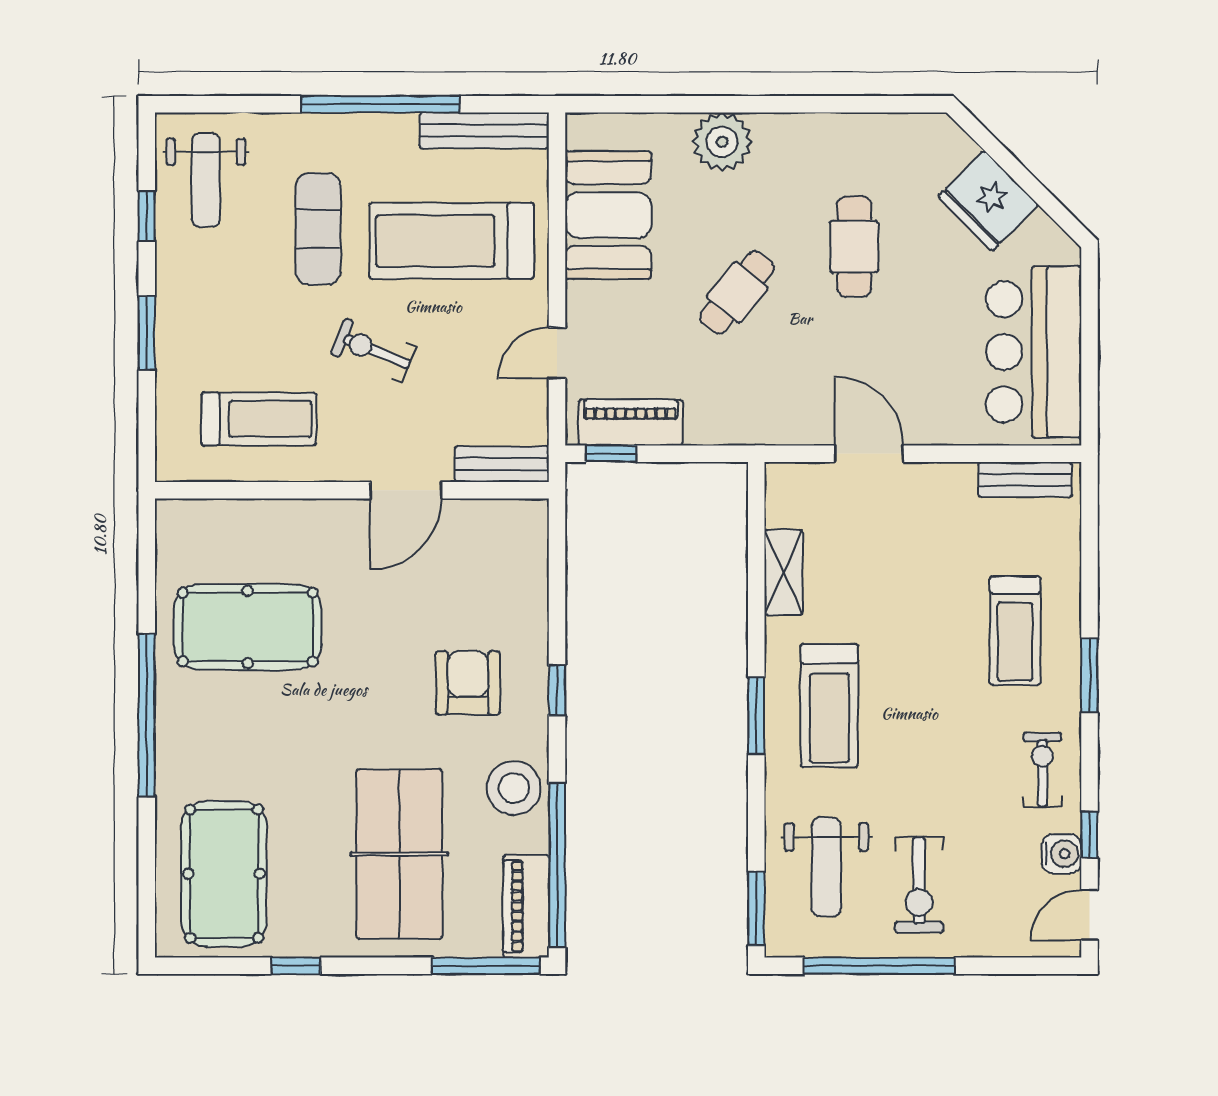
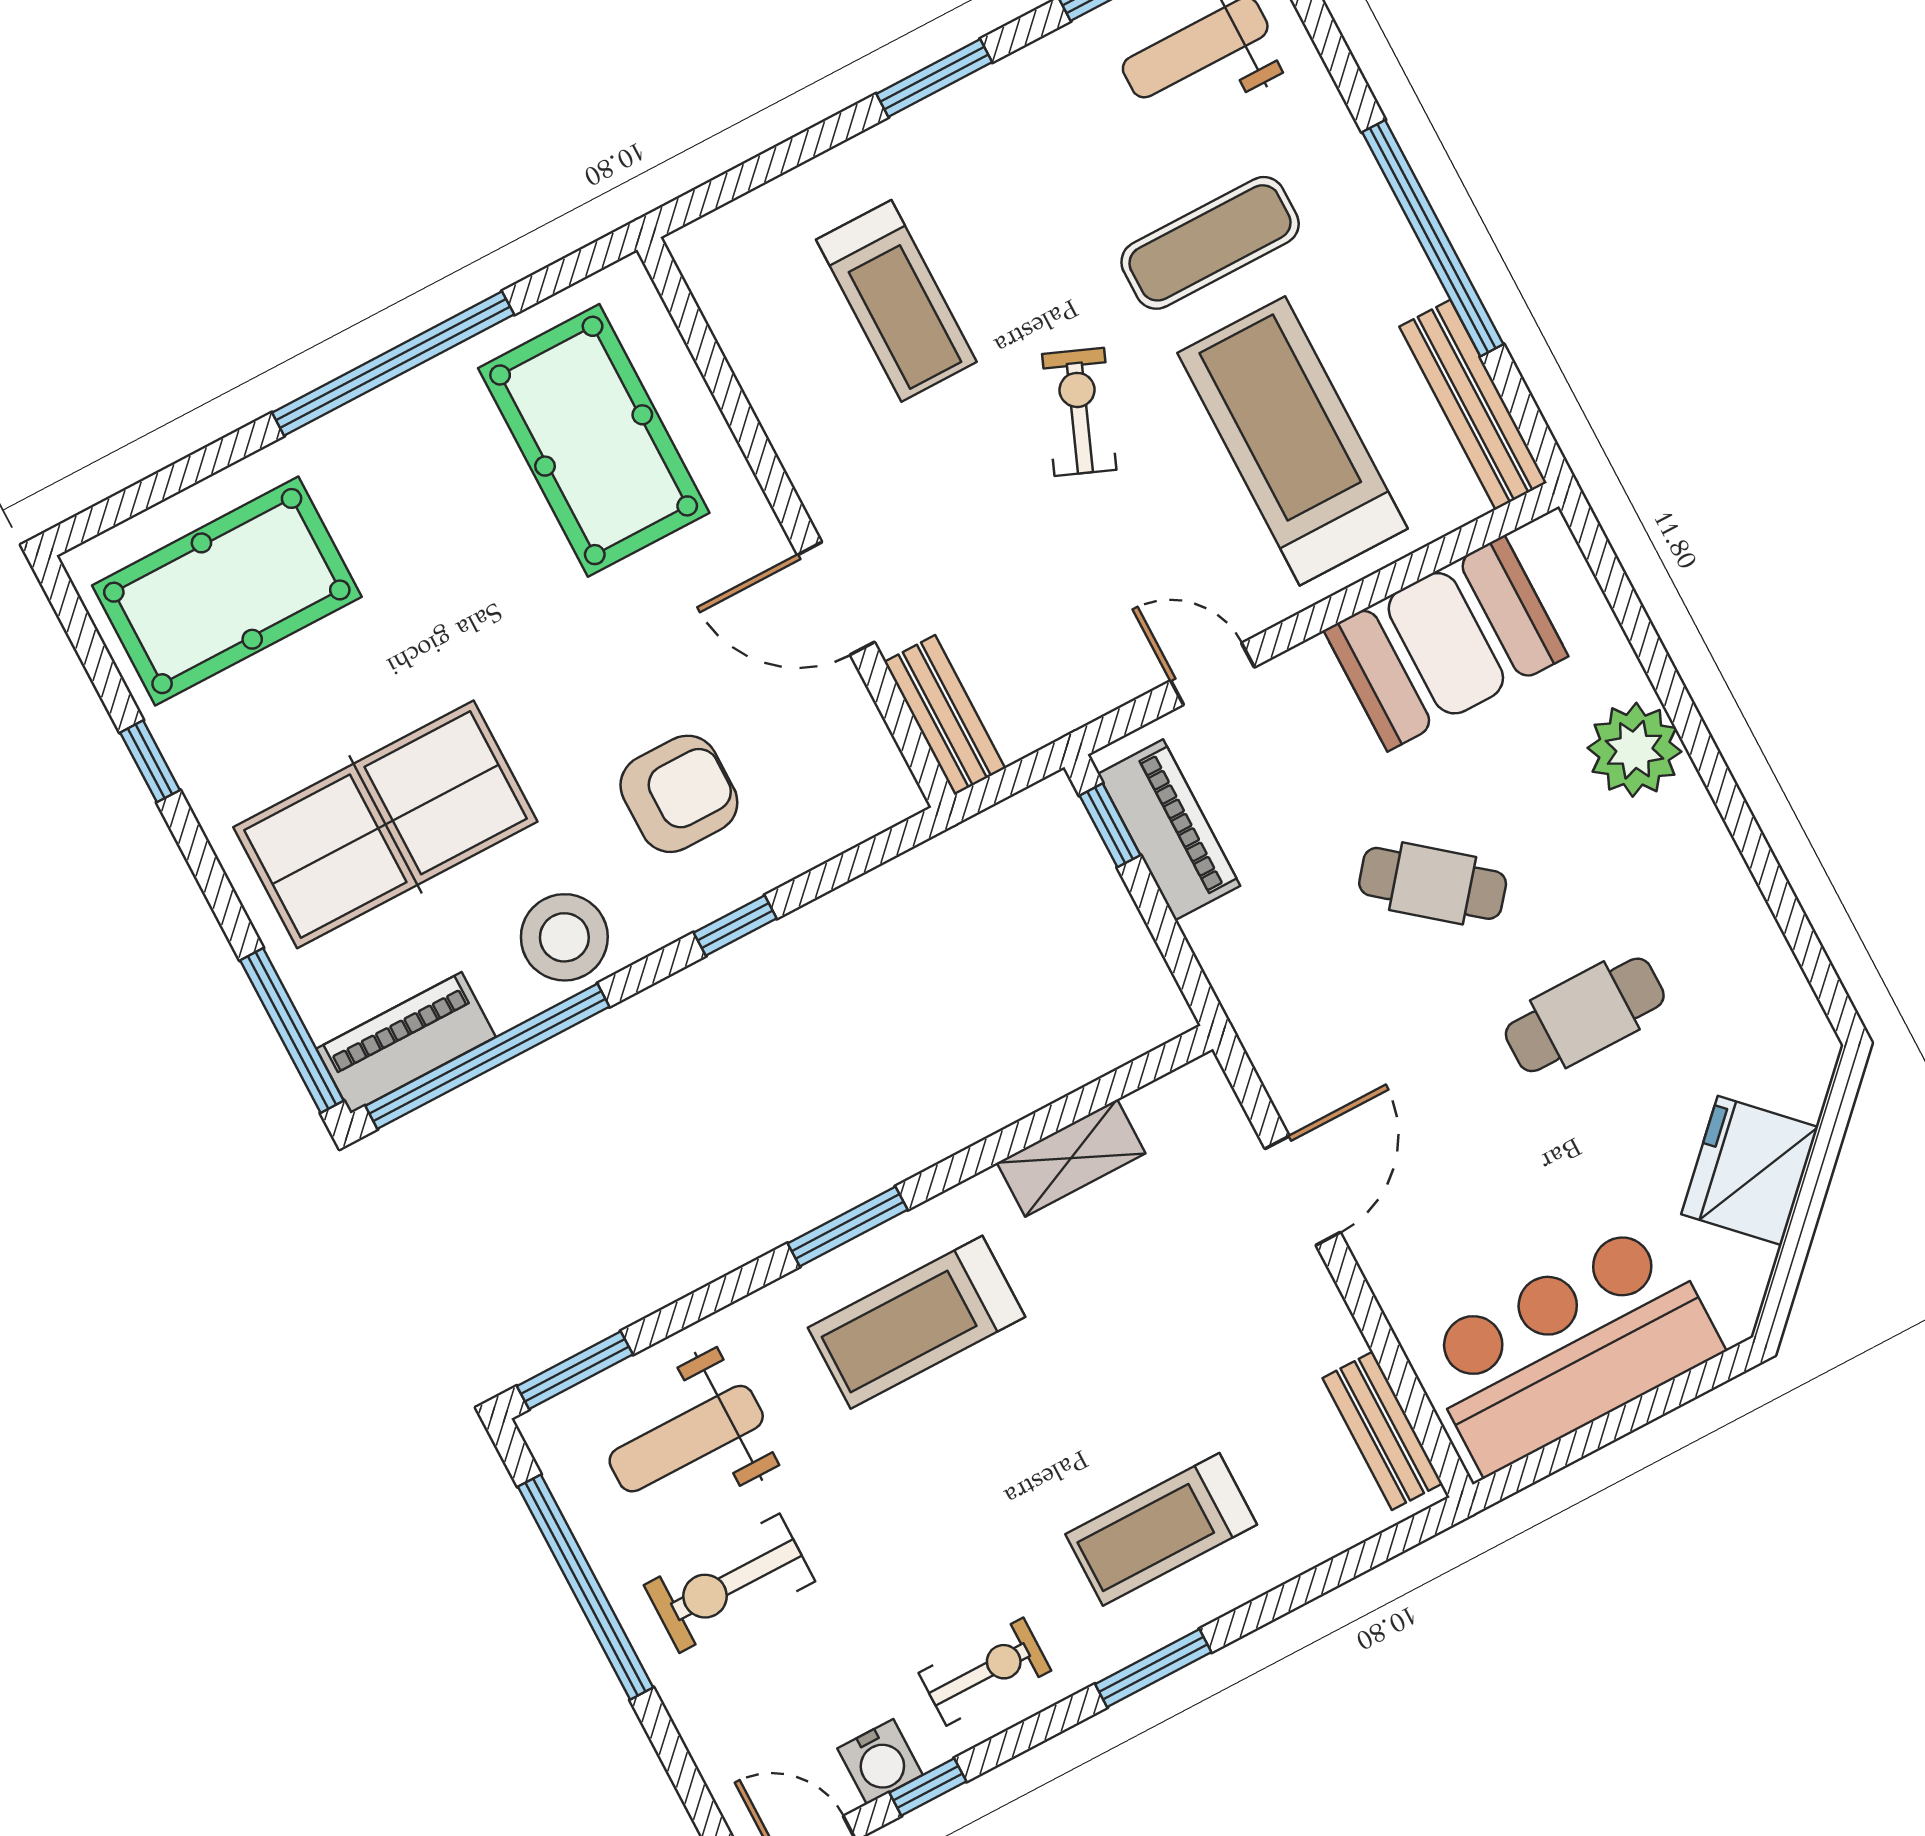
bench: (502, 464) -> (945, 715), moved
wall: (352, 490) -> (796, 522), moved
door: (406, 490) -> (836, 598), moved

